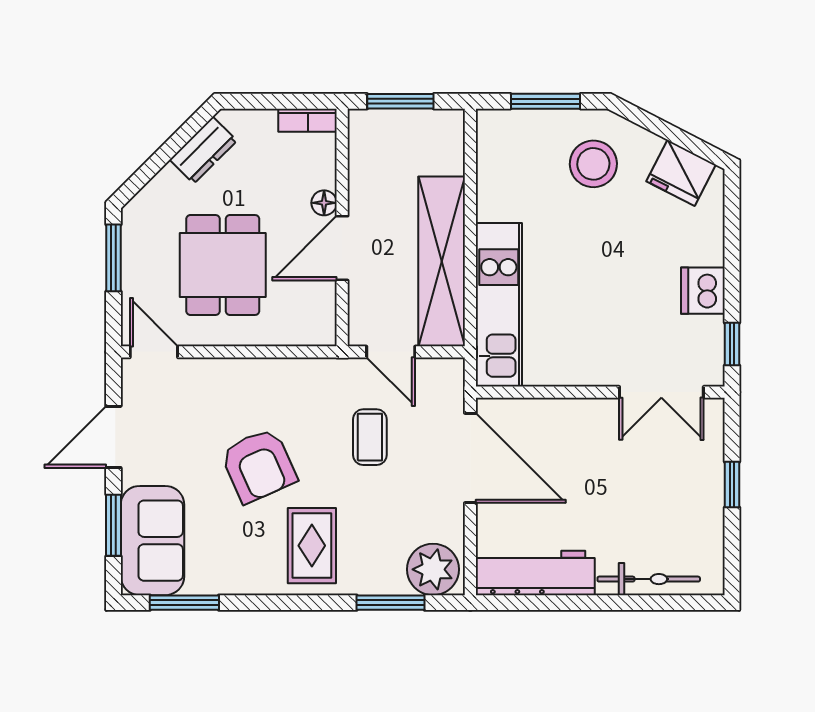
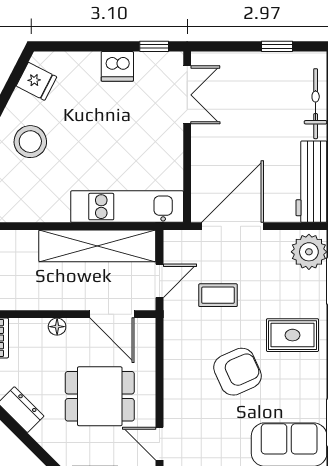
fridge: (681, 173) -> (36, 81), width x0.72
door: (342, 248) -> (112, 314), moved
door: (154, 352) -> (159, 444), hinge flipped
window: (732, 485) -> (277, 46), moved

